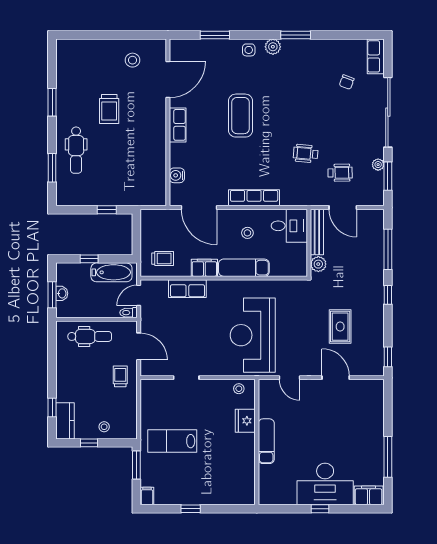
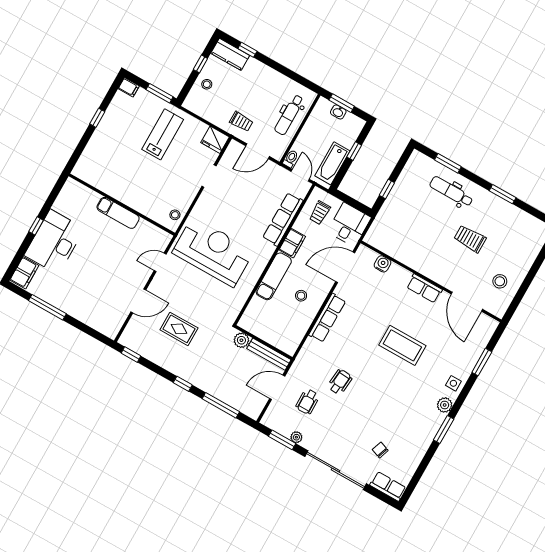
desk: (289, 226) -> (349, 225), moved, turned 180
row of seats: (187, 289) -> (283, 219), width x1.48
fridge: (245, 421) -> (215, 140), moved, turned 180

